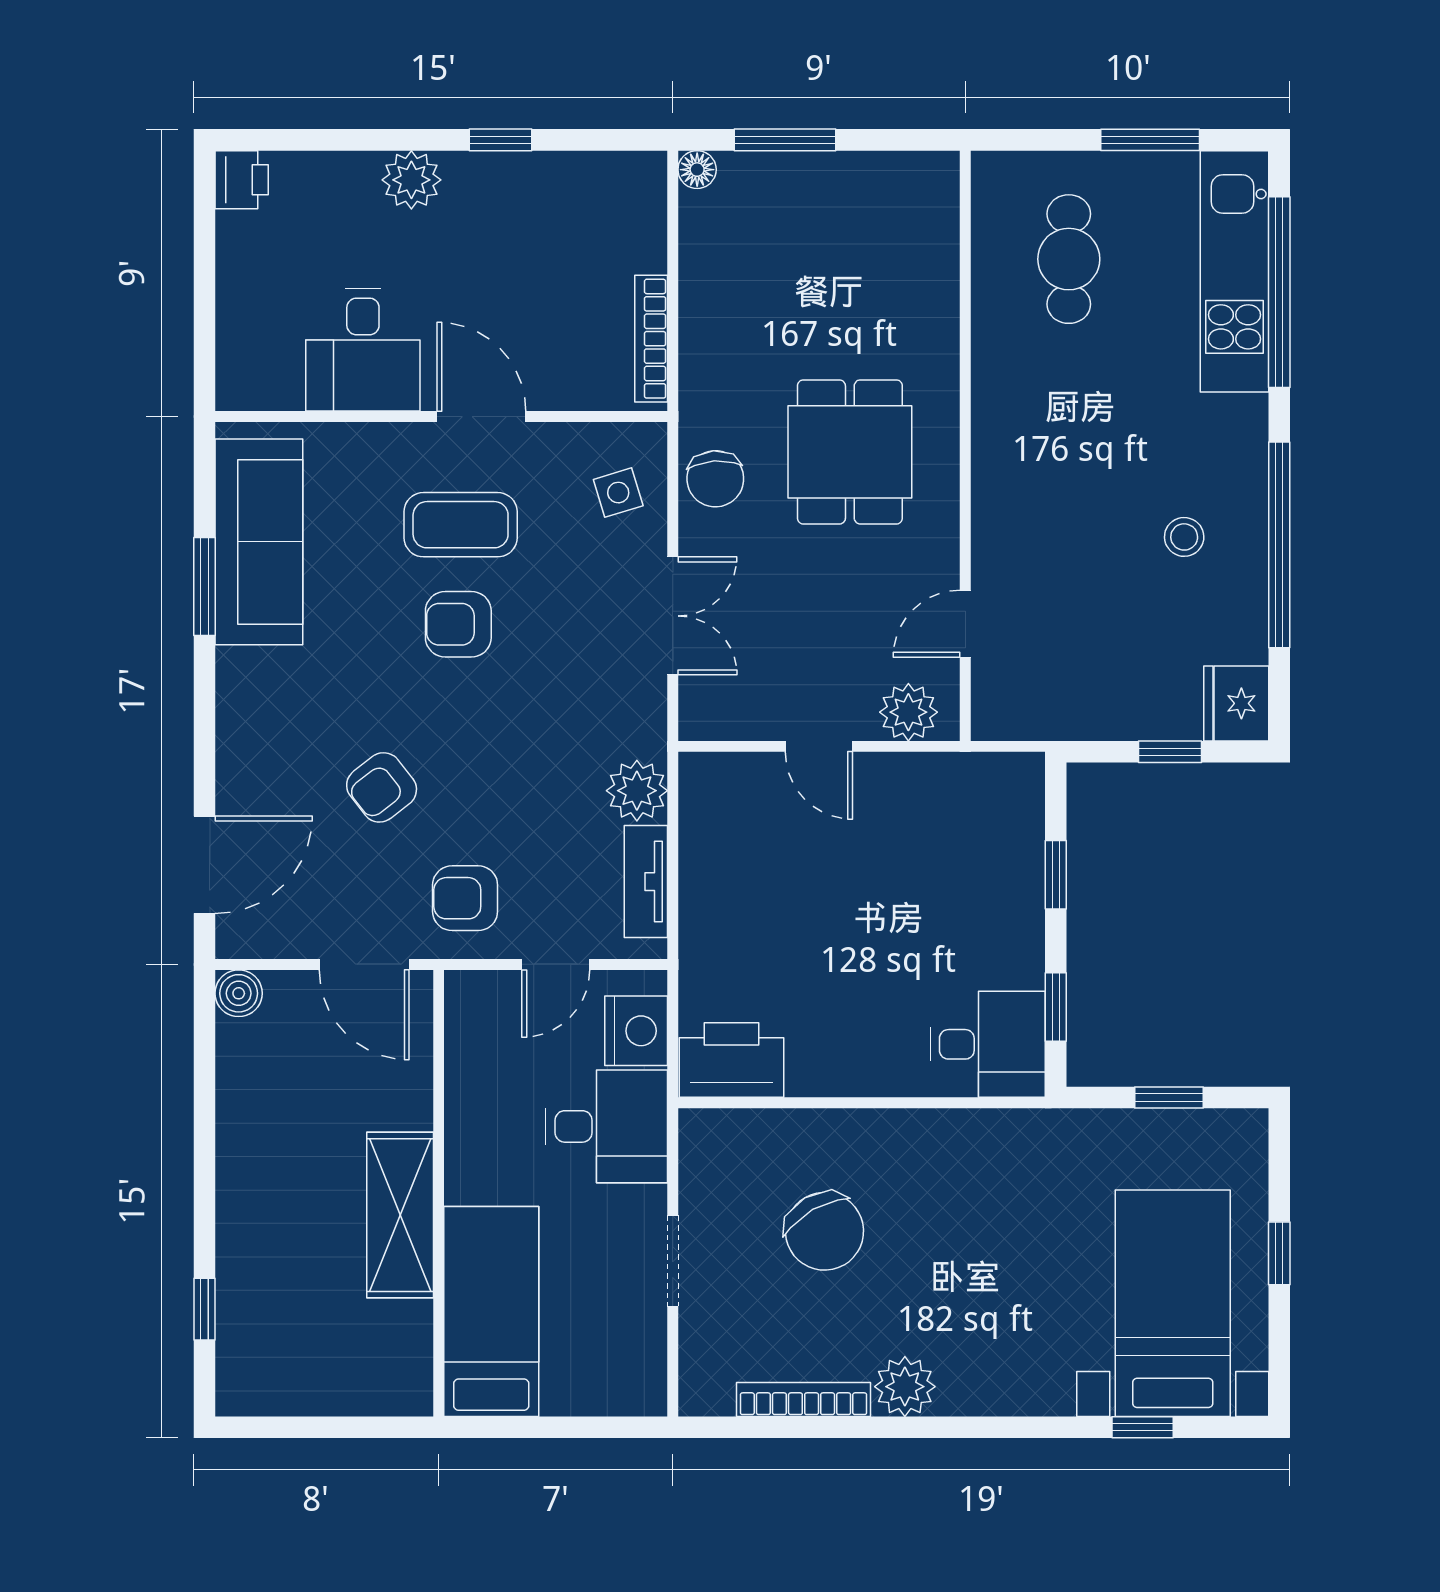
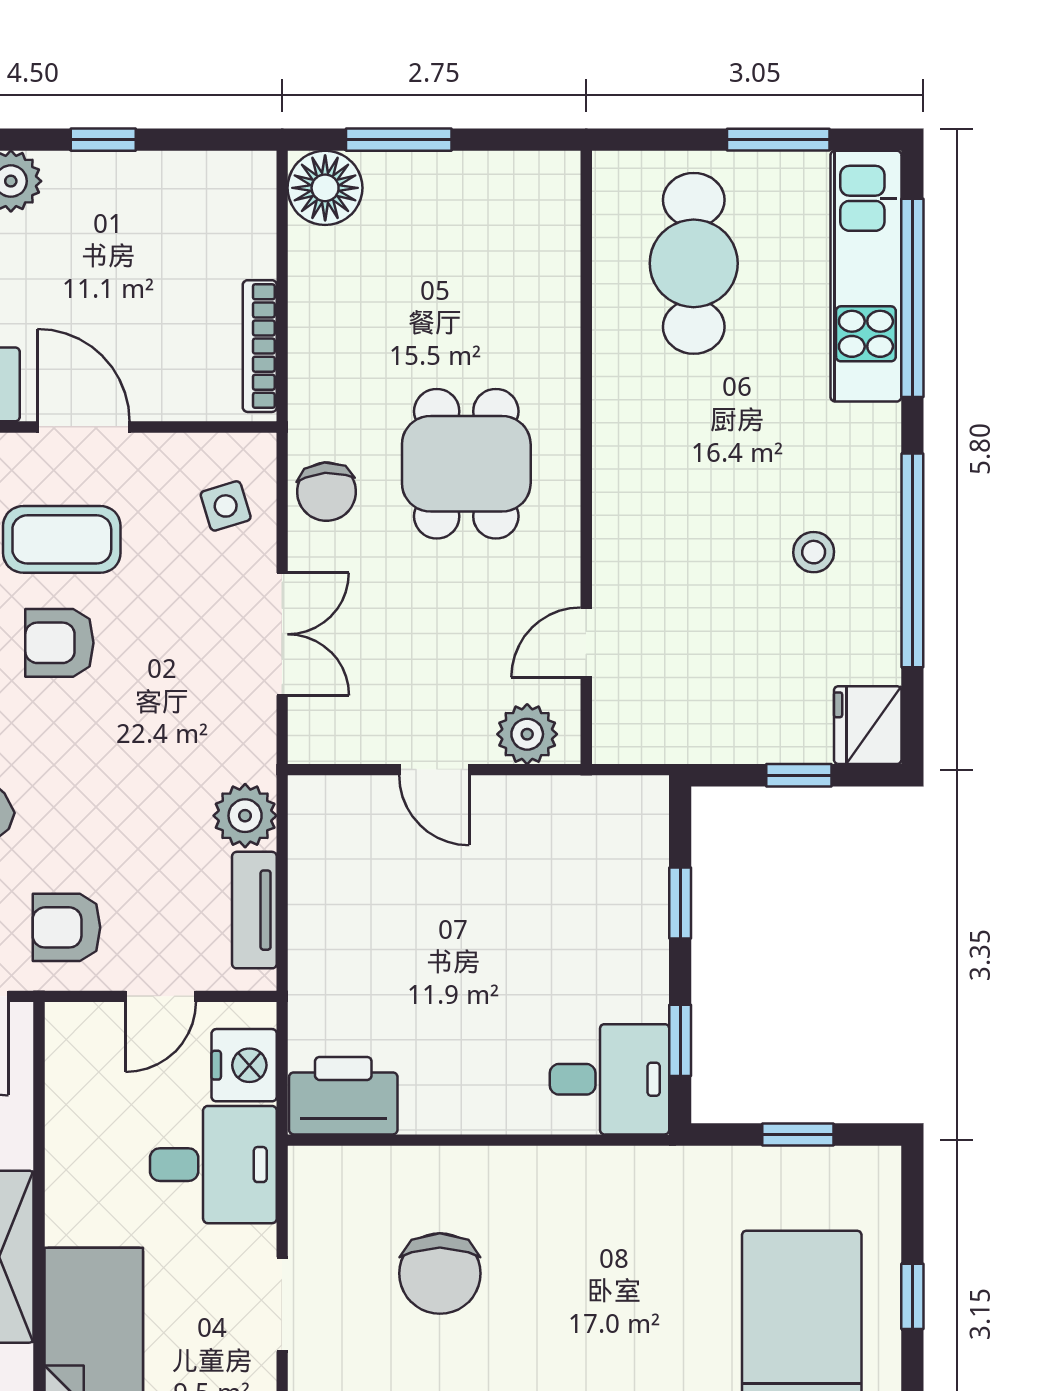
floor lamp: (697, 170) -> (325, 188), width x1.89, depth x1.89
cafe table: (1069, 259) -> (694, 263), width x1.37, depth x1.35
chair: (825, 1231) -> (440, 1273), turned 30

